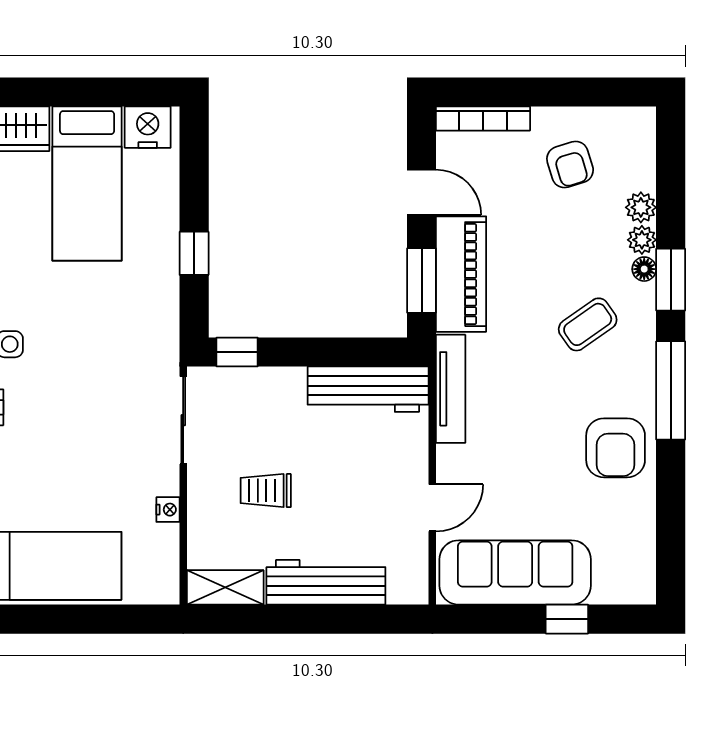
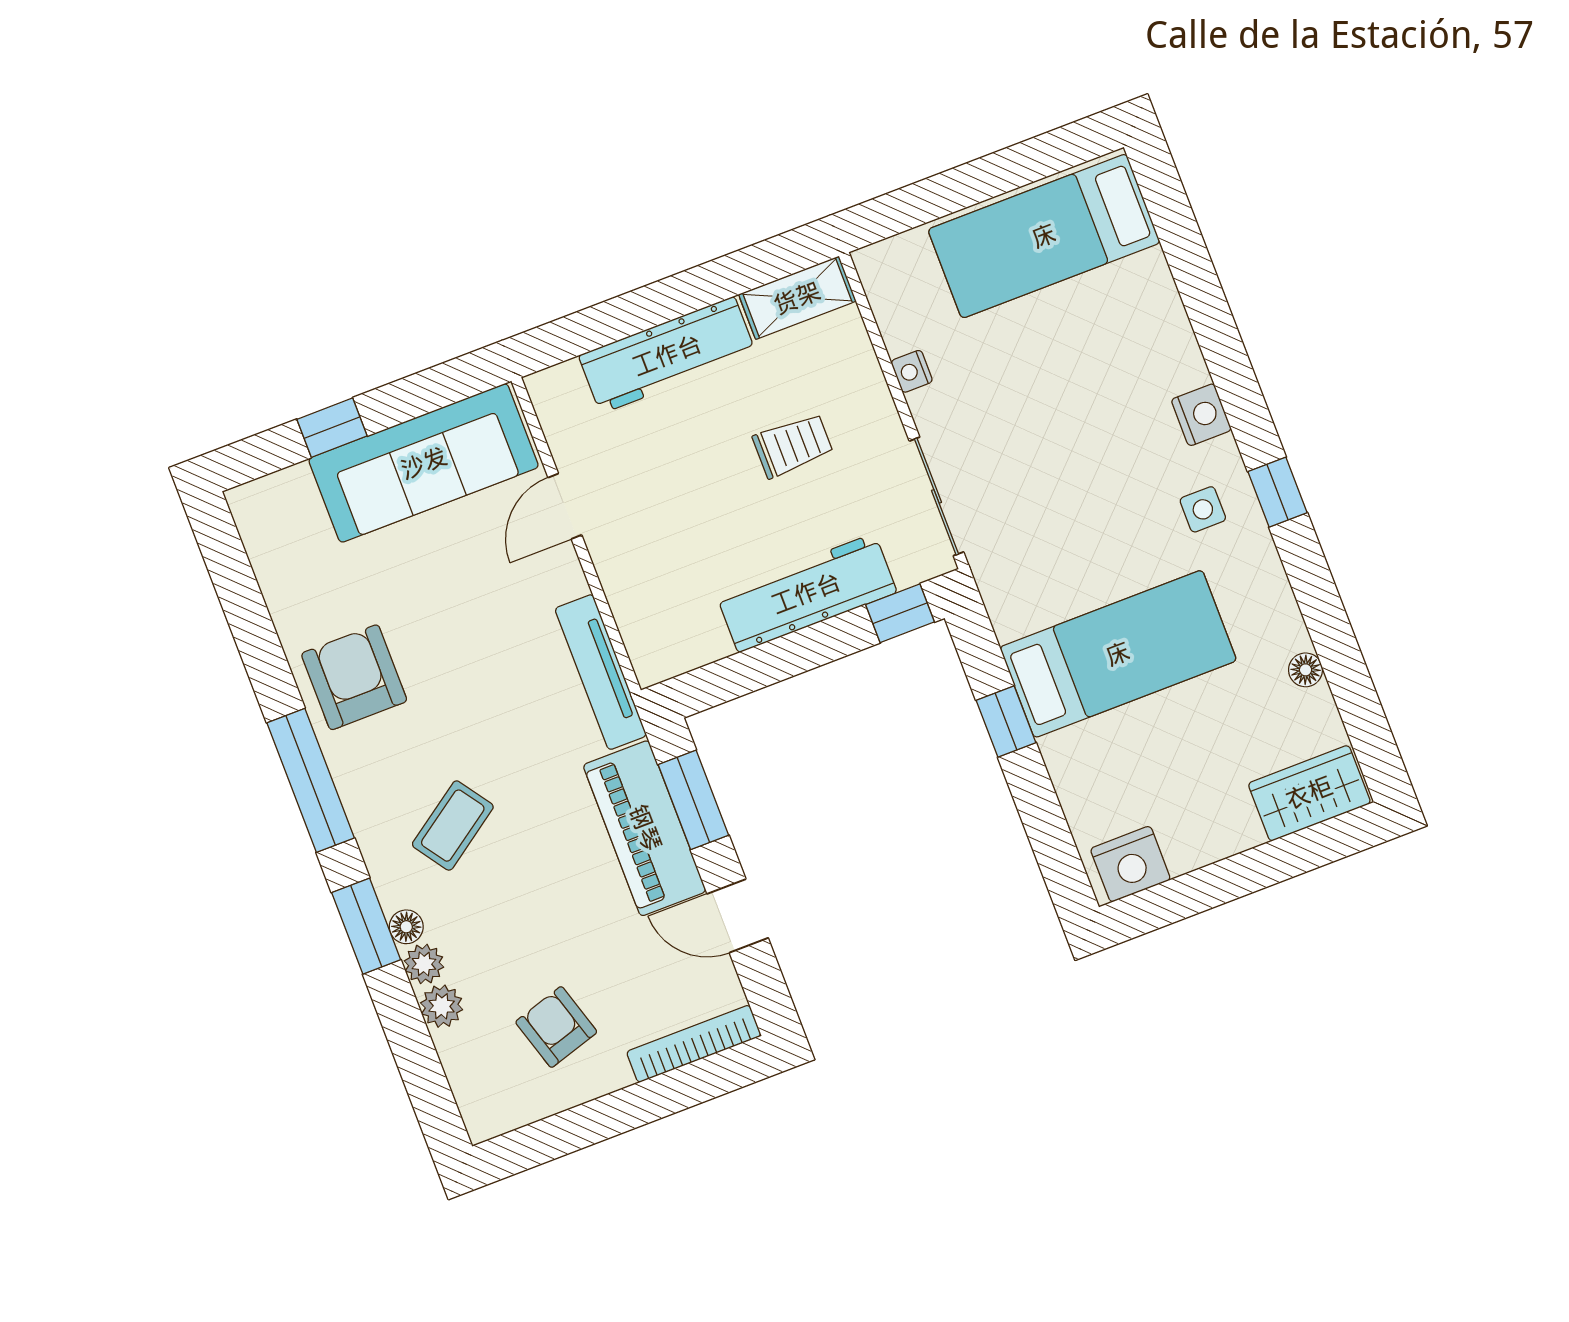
bed: (87, 184) -> (1118, 654), moved, turned 90
workbench: (368, 389) -> (806, 593), moved

